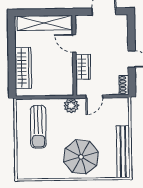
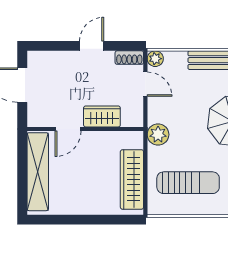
wardrobe: (23, 68) -> (132, 179), moved, turned -90
door: (94, 97) -> (145, 84), moved
plant: (123, 103) -> (155, 59), added

